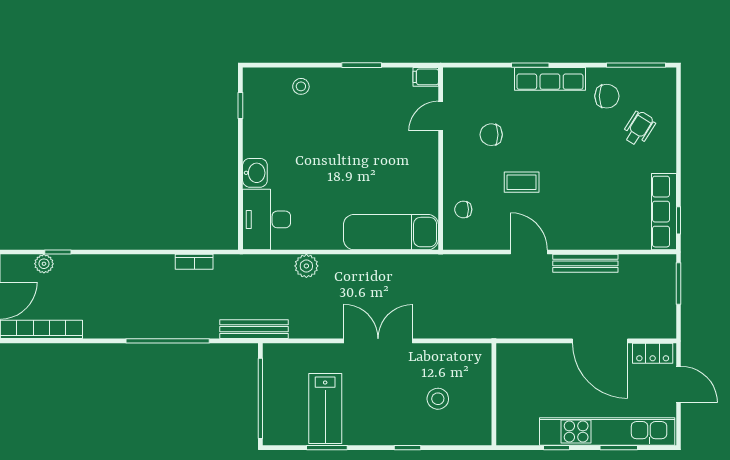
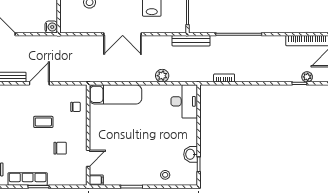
washbasin: (255, 173) -> (191, 154), moved
door: (529, 252) -> (39, 83), swing flipped
water cooler: (507, 354) -> (51, 27), added

